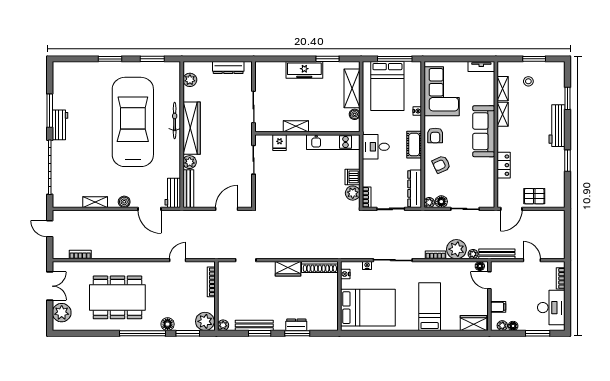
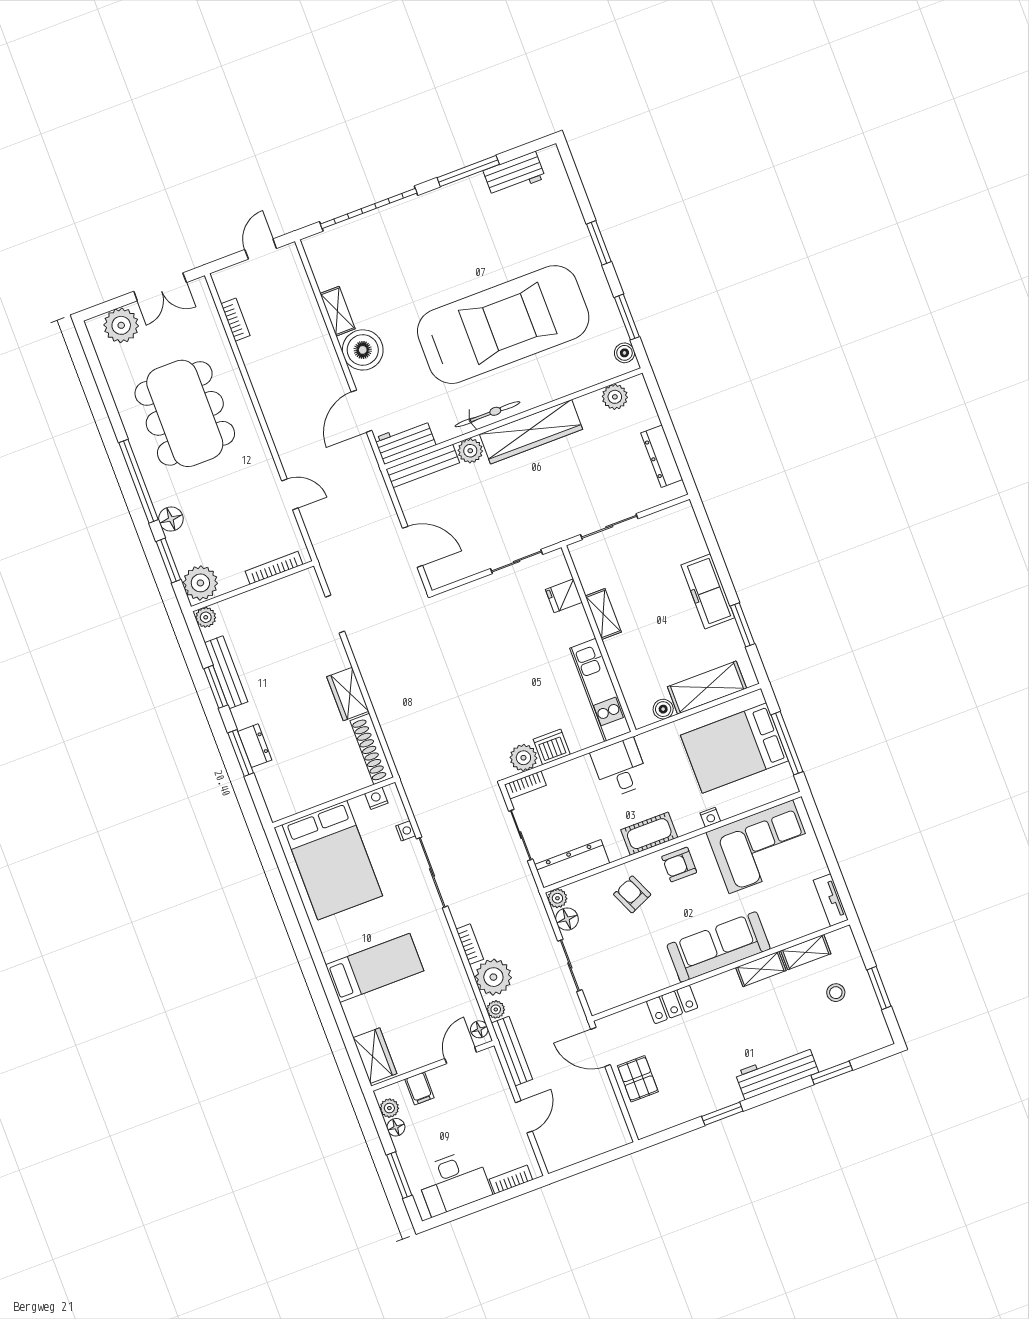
boiler: (170, 67) -> (624, 353), added
bicycle: (175, 120) -> (488, 414), moved
workbench: (60, 125) -> (514, 174), moved
boiler: (124, 202) -> (363, 350), width x1.86, depth x1.86

